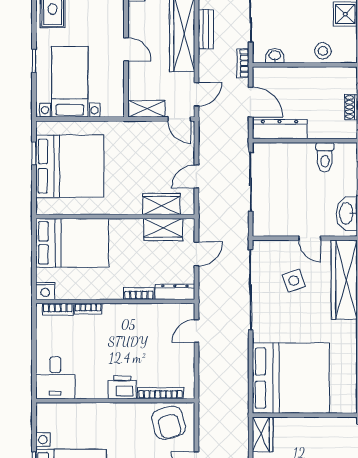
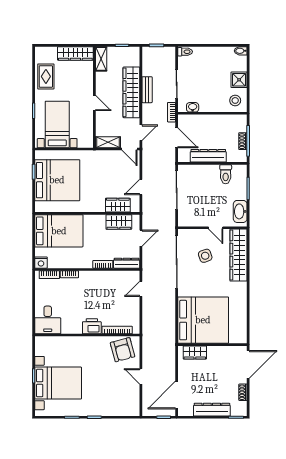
stool: (323, 51) -> (235, 100), moved
dresser: (280, 129) -> (208, 156), moved
wardrobe: (263, 434) -> (195, 352), moved, turned 90

